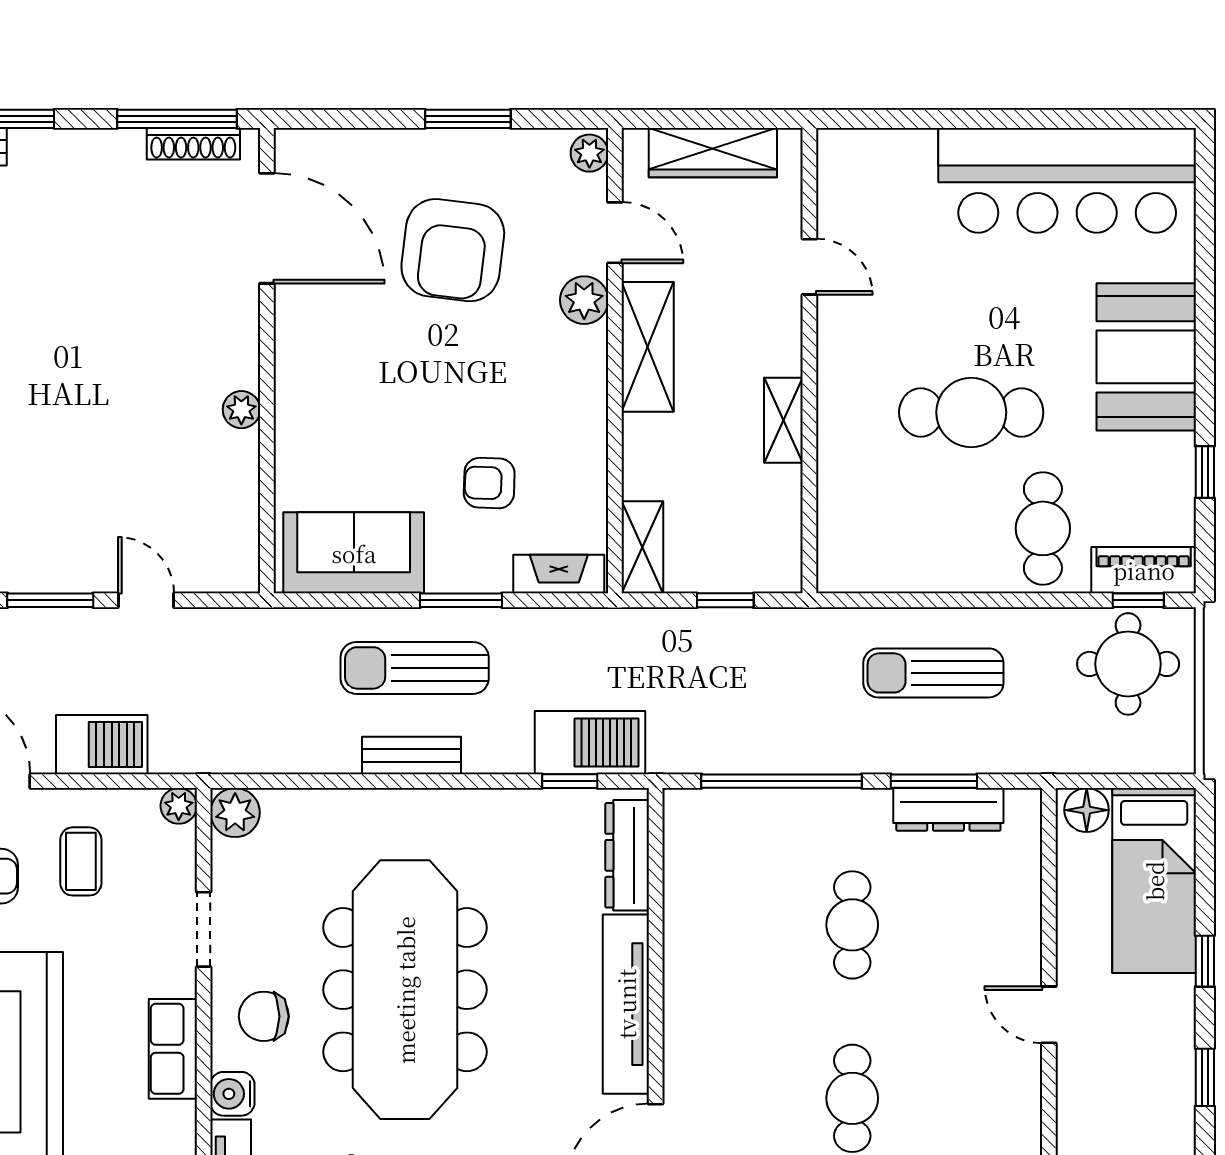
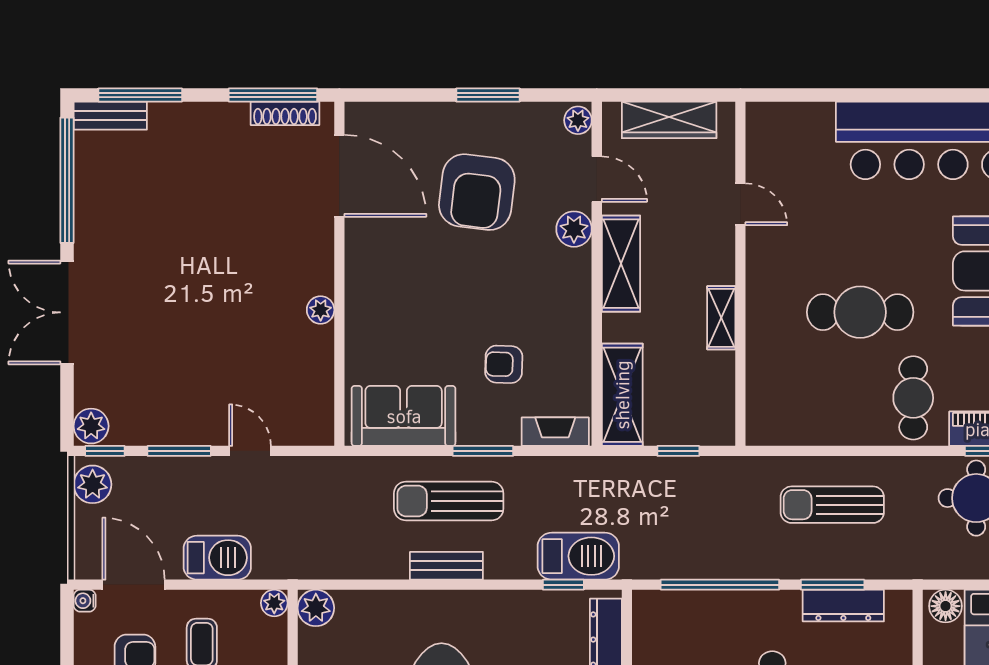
shelving: (642, 547) -> (622, 395), width x1.50, depth x1.33

